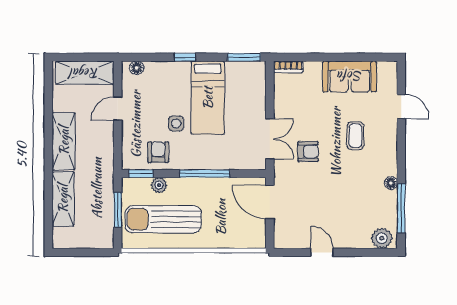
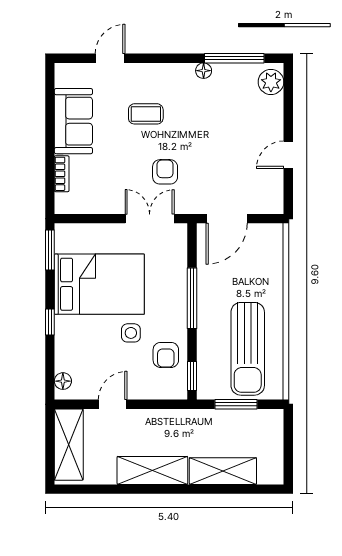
bookcase: (288, 67) -> (62, 174), moved
bed: (208, 98) -> (99, 284), width x1.50
door: (118, 109) -> (113, 404), swing flipped
armchair: (158, 152) -> (166, 355), turned -90
plant: (159, 185) -> (206, 354), removed

